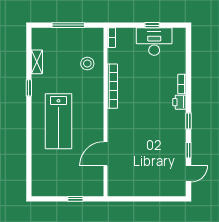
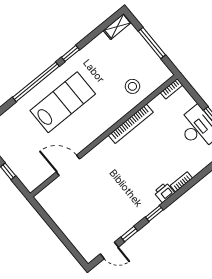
shelving: (37, 62) -> (117, 26), moved
lab bench: (58, 121) -> (63, 102), turned 180
window: (29, 128) -> (36, 82), added

